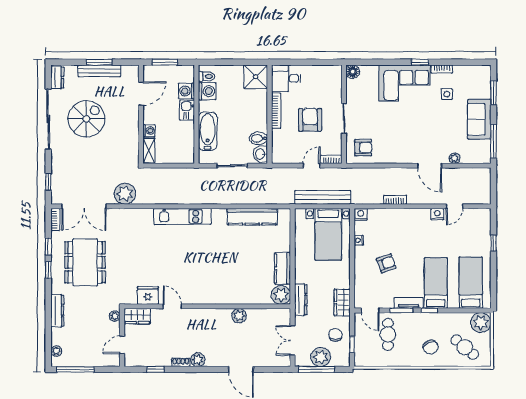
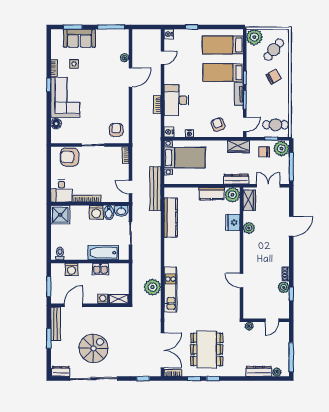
bench: (99, 71) -> (56, 324), moved
floor lamp: (353, 72) -> (56, 124), moved
washing machine: (207, 91) -> (96, 212), moved, turned 180
door: (141, 94) -> (73, 305), hinge flipped
kitchen sink: (187, 110) -> (100, 269), moved
spiral stairs: (86, 119) -> (93, 348), turned 90
sofa: (479, 119) -> (79, 38), moved
armchair: (310, 120) -> (69, 157), moved
door: (312, 166) -> (130, 187), moved
plant: (125, 194) -> (153, 287), moved
bench: (323, 197) -> (155, 189), moved
door: (455, 206) -> (162, 58), hinge flipped
nightstand: (437, 214) -> (169, 34), moved
kitchen unit: (182, 216) -> (170, 290), moved
desk: (401, 224) -> (176, 100), added
dining table: (85, 262) -> (207, 349), turned 90
armchair: (386, 263) -> (218, 125), moved
fridge: (148, 295) -> (233, 222), moved
door: (172, 306) -> (242, 281), hinge flipped
dresser: (57, 311) -> (259, 371), moved
wardrobe: (137, 316) -> (249, 200), moved
cafe table: (388, 334) -> (275, 125), moved
double door: (293, 340) -> (268, 186), swing flipped
door: (122, 345) -> (272, 320), hinge flipped
plant: (321, 357) -> (281, 149), moved
plant: (198, 360) -> (284, 287), moved

